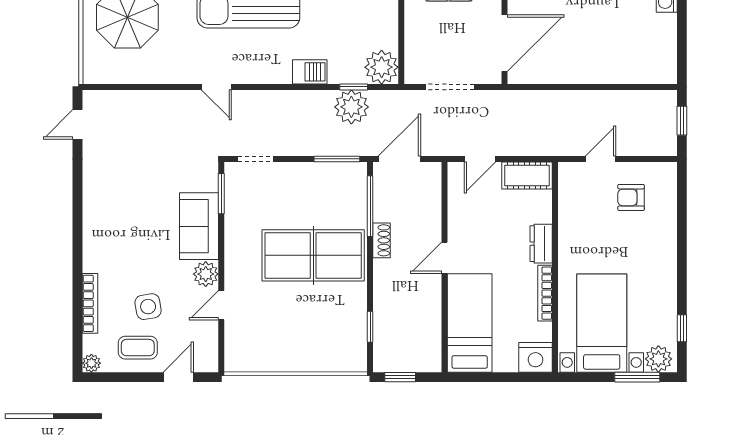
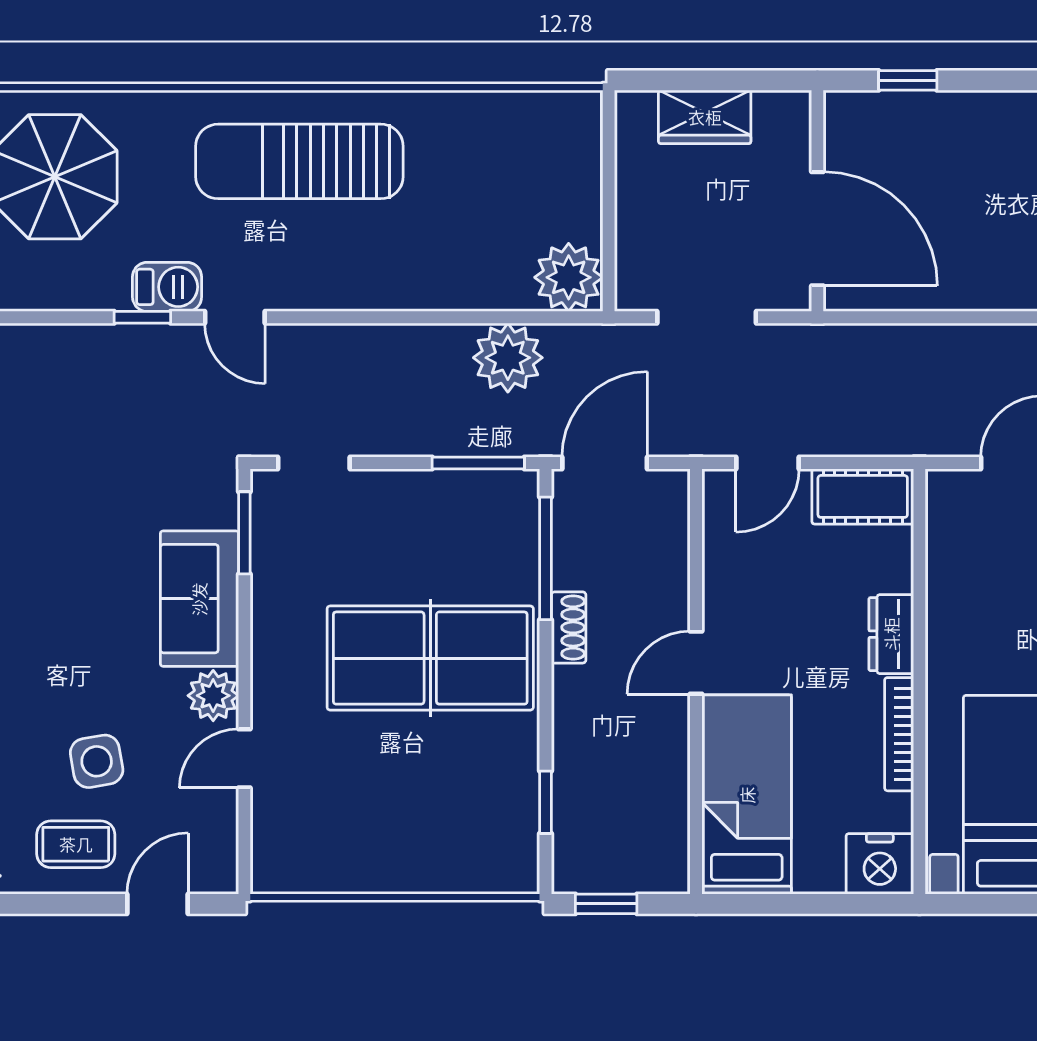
door: (505, 43) -> (817, 229), hinge flipped
barbecue: (310, 72) -> (167, 287), moved
window: (354, 87) -> (142, 317), moved

